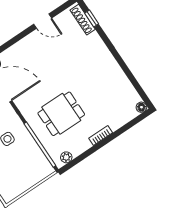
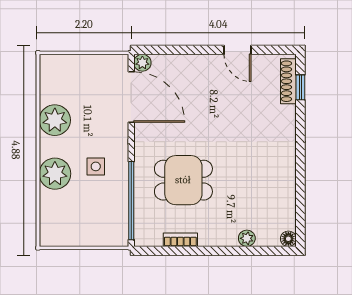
bookcase: (101, 135) -> (180, 240), moved
plant: (66, 157) -> (247, 238), moved

